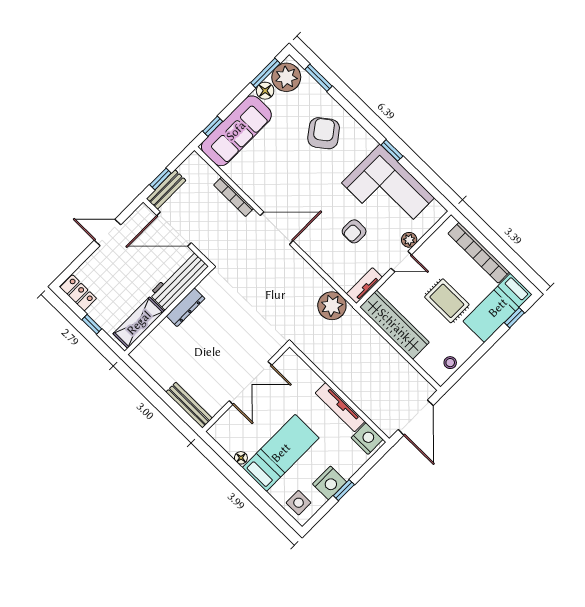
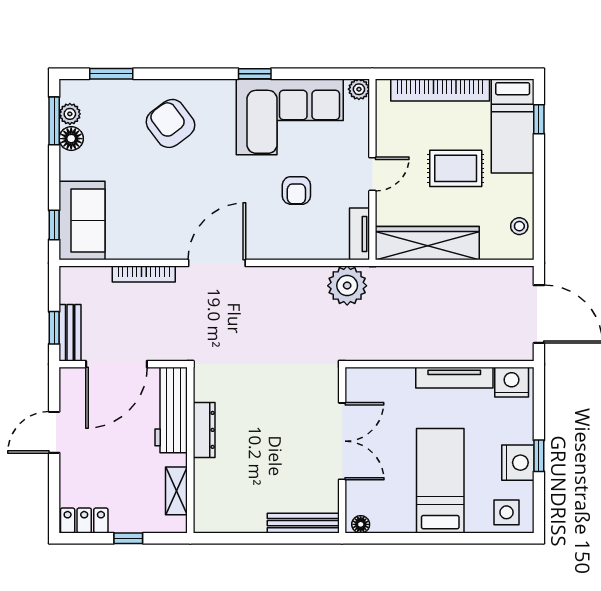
plant: (286, 77) -> (70, 114), width x0.53, depth x0.53
sofa: (236, 131) -> (82, 220), width x0.73
plant: (409, 240) -> (359, 89), moved
shelving: (139, 323) -> (176, 491), width x0.67, depth x0.75
floor lamp: (241, 458) -> (361, 524), moved

